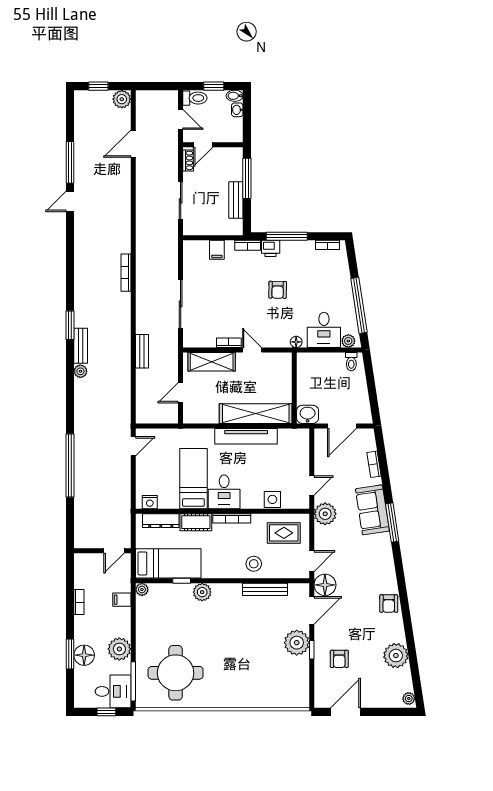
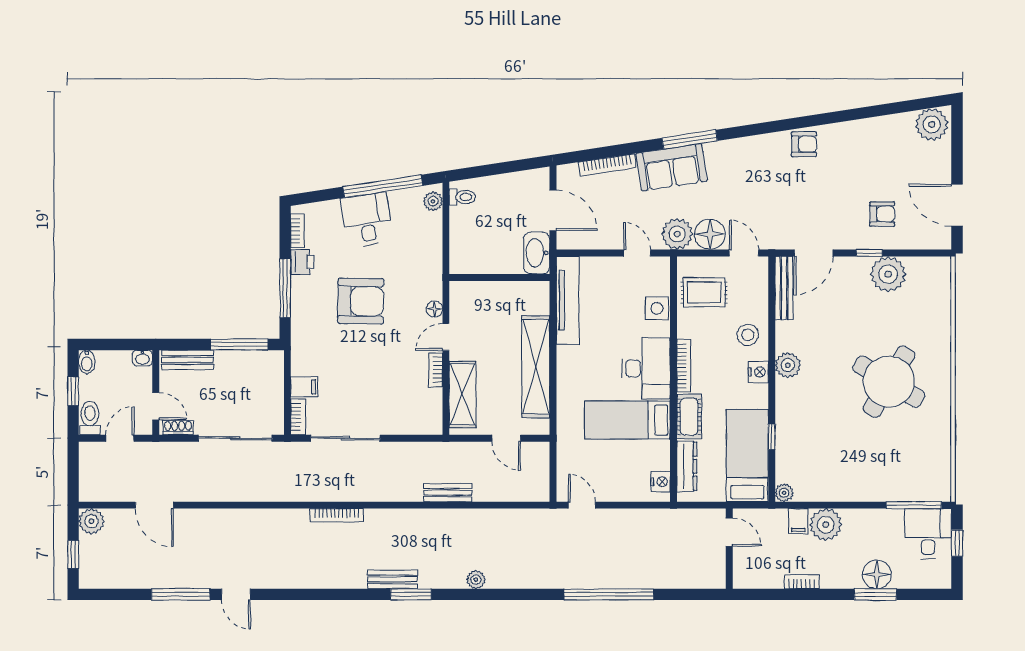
washbasin: (237, 110) -> (142, 358), moved
window: (247, 178) -> (239, 344), moved
bench: (236, 200) -> (188, 360), moved
sliding door: (181, 201) -> (235, 438), width x1.37
bookcase: (248, 245) -> (298, 417), moved
printer: (271, 248) -> (302, 262), moved
armchair: (278, 290) -> (361, 301), width x1.88, depth x1.88
sliding door: (181, 304) -> (345, 438), moved
desk: (324, 330) -> (367, 220), moved, turned -99
floor lamp: (296, 342) -> (434, 309), moved
bench: (81, 346) -> (393, 579), moved
shelving: (256, 414) -> (536, 367), moved
washbasin: (308, 414) -> (537, 253), width x1.38
tv unit: (246, 436) -> (568, 300), moved
bookcase: (374, 464) -> (607, 165), width x1.56
desk: (224, 492) -> (646, 368), width x1.37
rug: (284, 533) -> (704, 292), turned 90
nightstand: (227, 571) -> (758, 372), added
floor lamp: (325, 585) -> (710, 234), moved
bench: (265, 589) -> (784, 288), moved
plant: (202, 592) -> (788, 365), moved
door: (312, 610) -> (814, 253), swing flipped
plant: (297, 643) -> (888, 274), moved
plant: (119, 649) -> (826, 525), moved
plant: (396, 656) -> (877, 134), removed
round table: (176, 673) -> (889, 382), moved, turned 31
plant: (409, 698) -> (932, 125), width x1.88, depth x1.88

